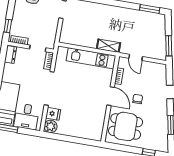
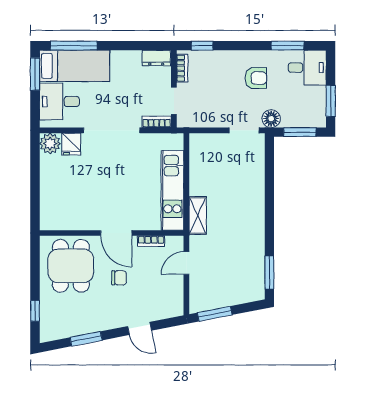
door: (111, 96) -> (116, 233), hinge flipped

